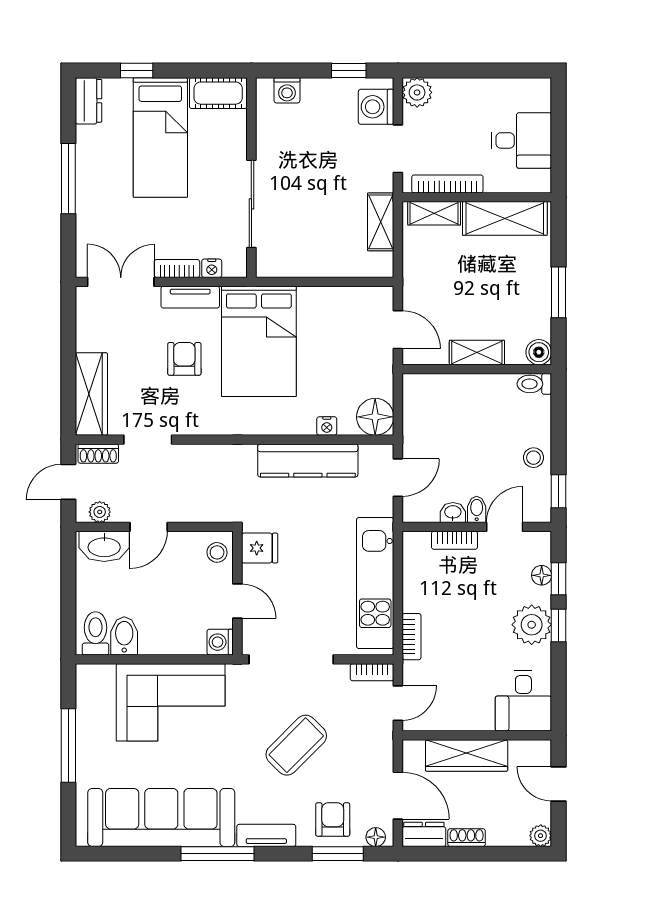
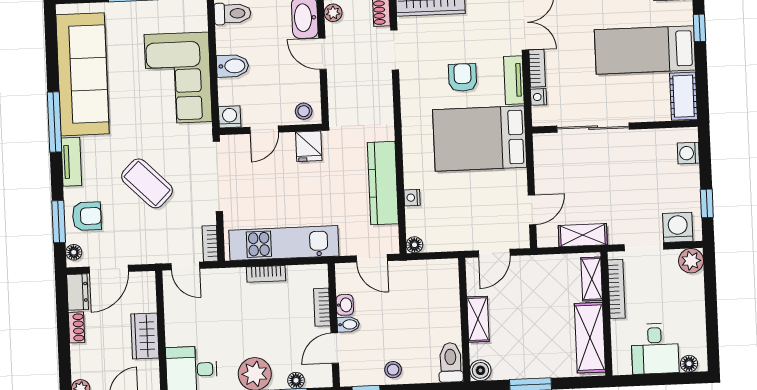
floor lamp: (541, 100) -> (689, 364), added
door: (348, 282) -> (532, 210), added
armchair: (184, 359) -> (463, 77), turned -90
toilet: (534, 384) -> (451, 362), width x1.37, depth x1.39
floor lamp: (375, 417) -> (414, 245), width x0.53, depth x0.53
door: (505, 527) -> (335, 348), swing flipped
bidet: (124, 636) -> (233, 66), moved
bookcase: (411, 637) -> (266, 274), moved
wardrobe: (467, 755) -> (145, 336), width x0.67

